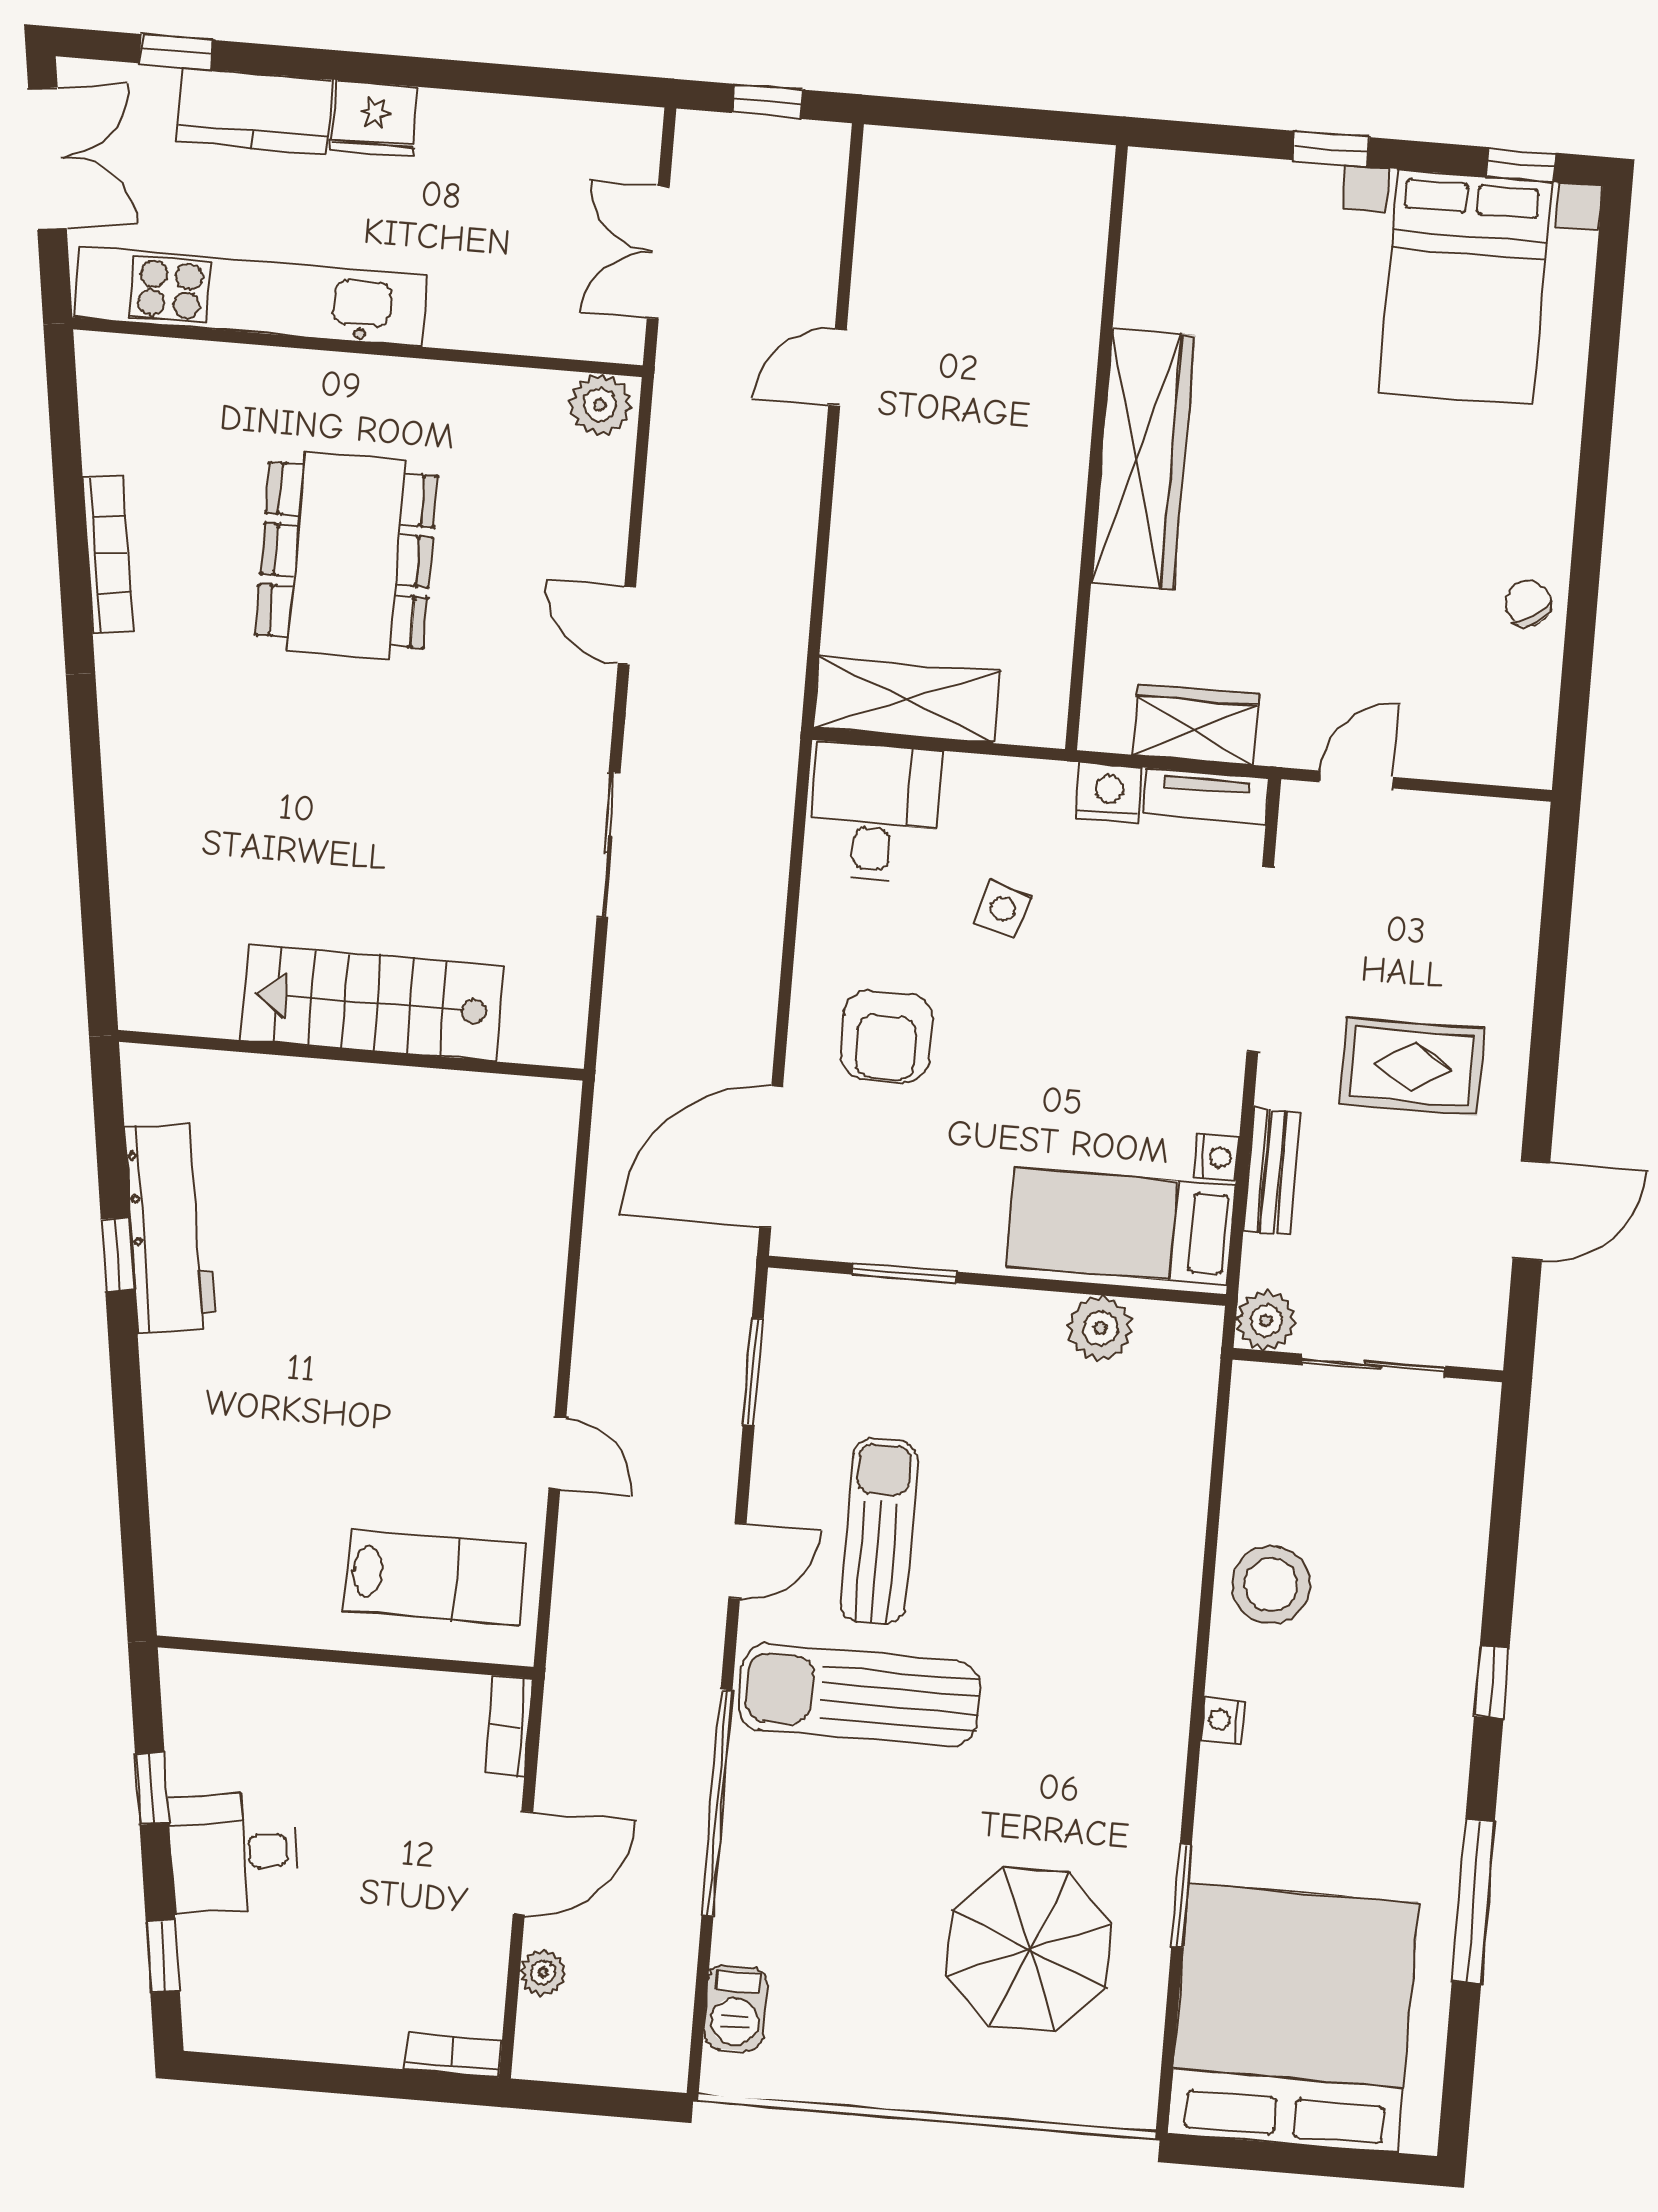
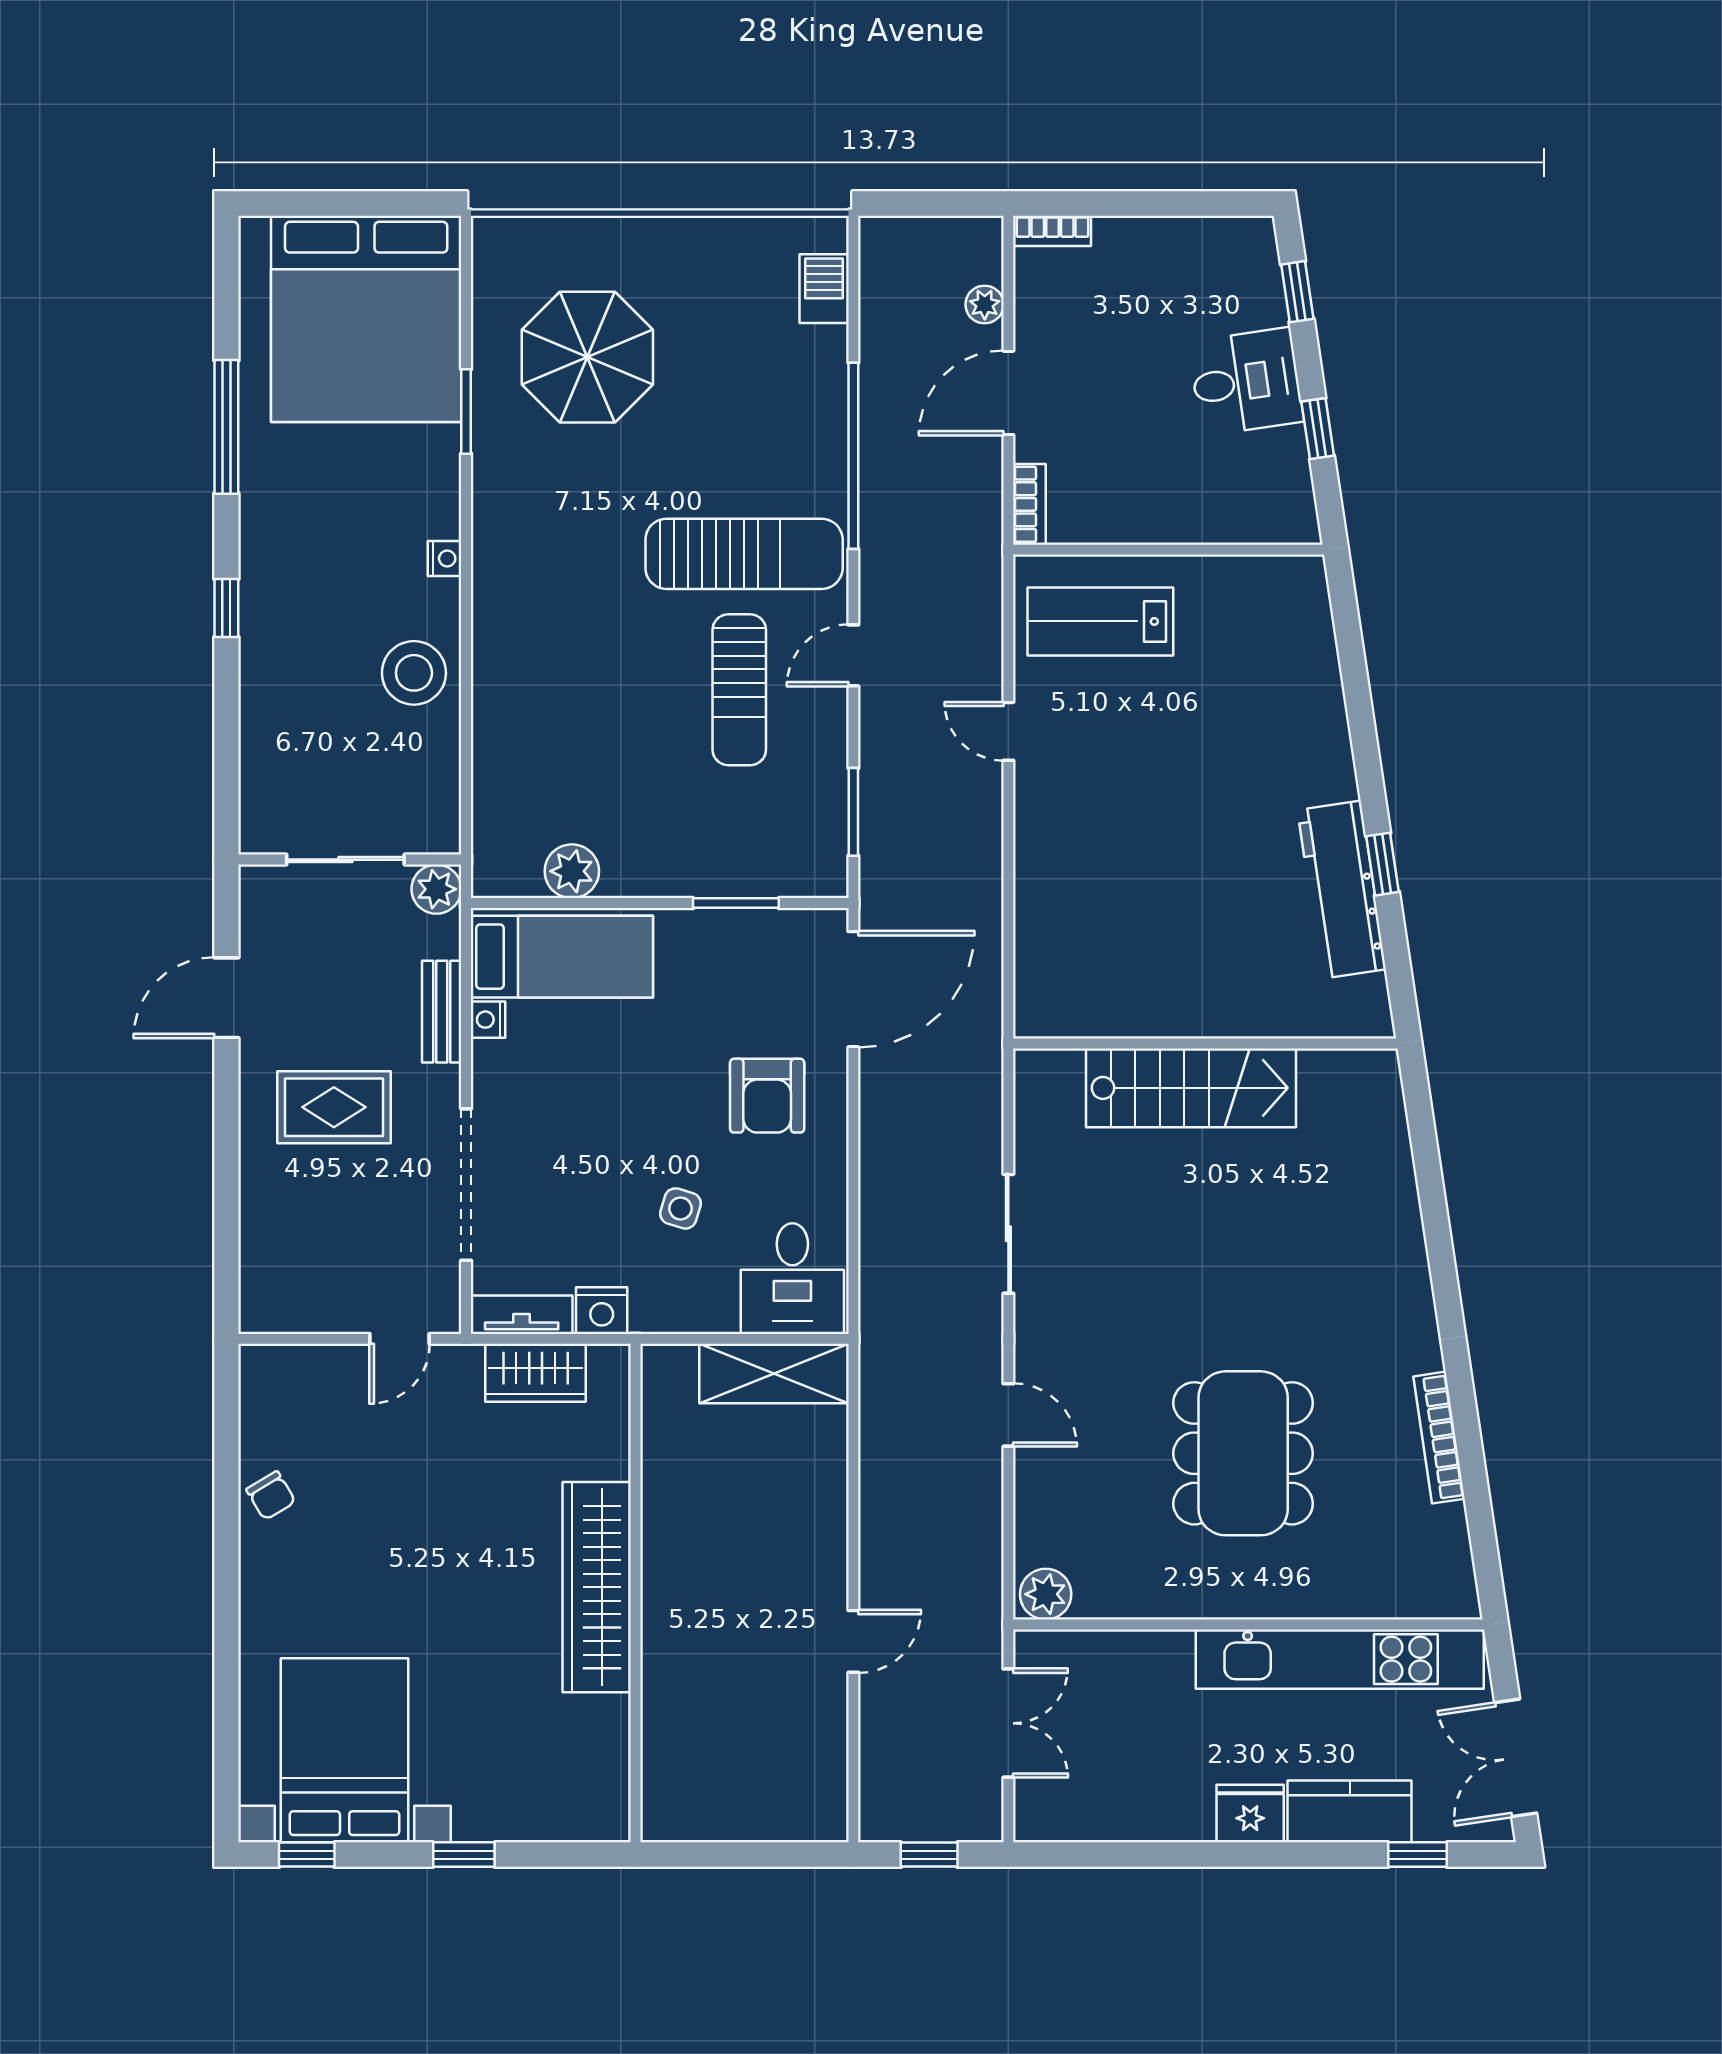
armchair: (887, 1037) -> (767, 1096), turned 180

